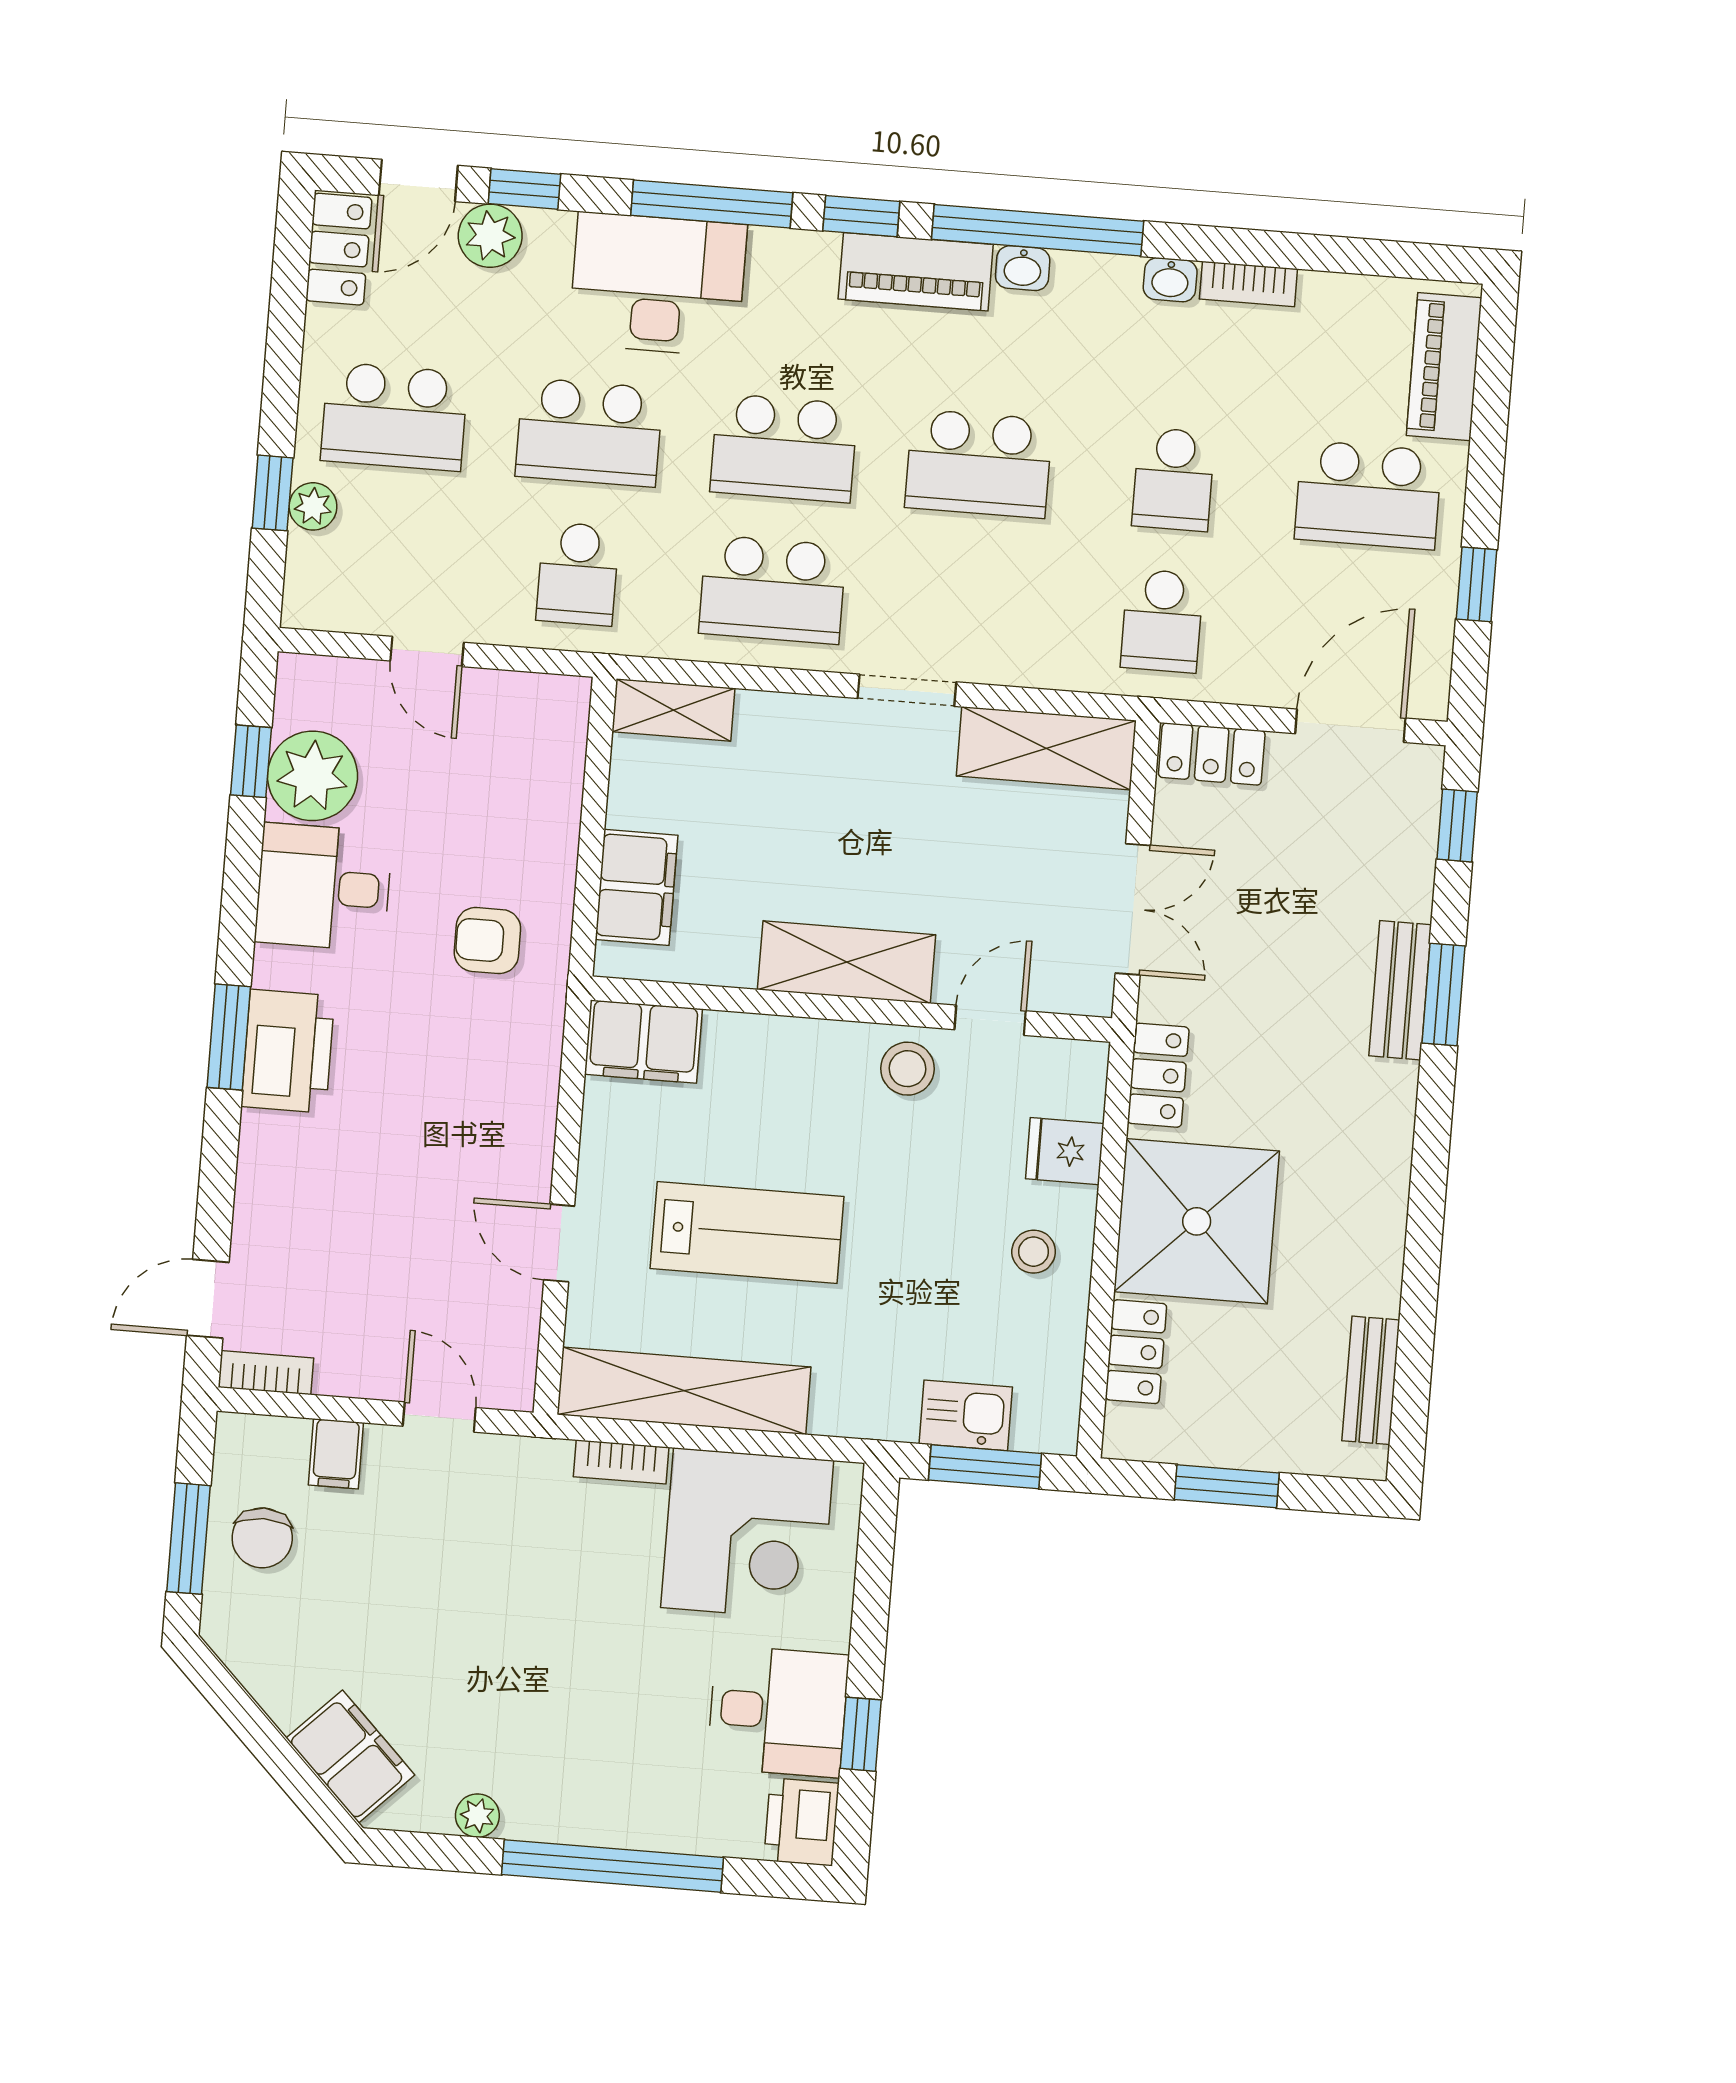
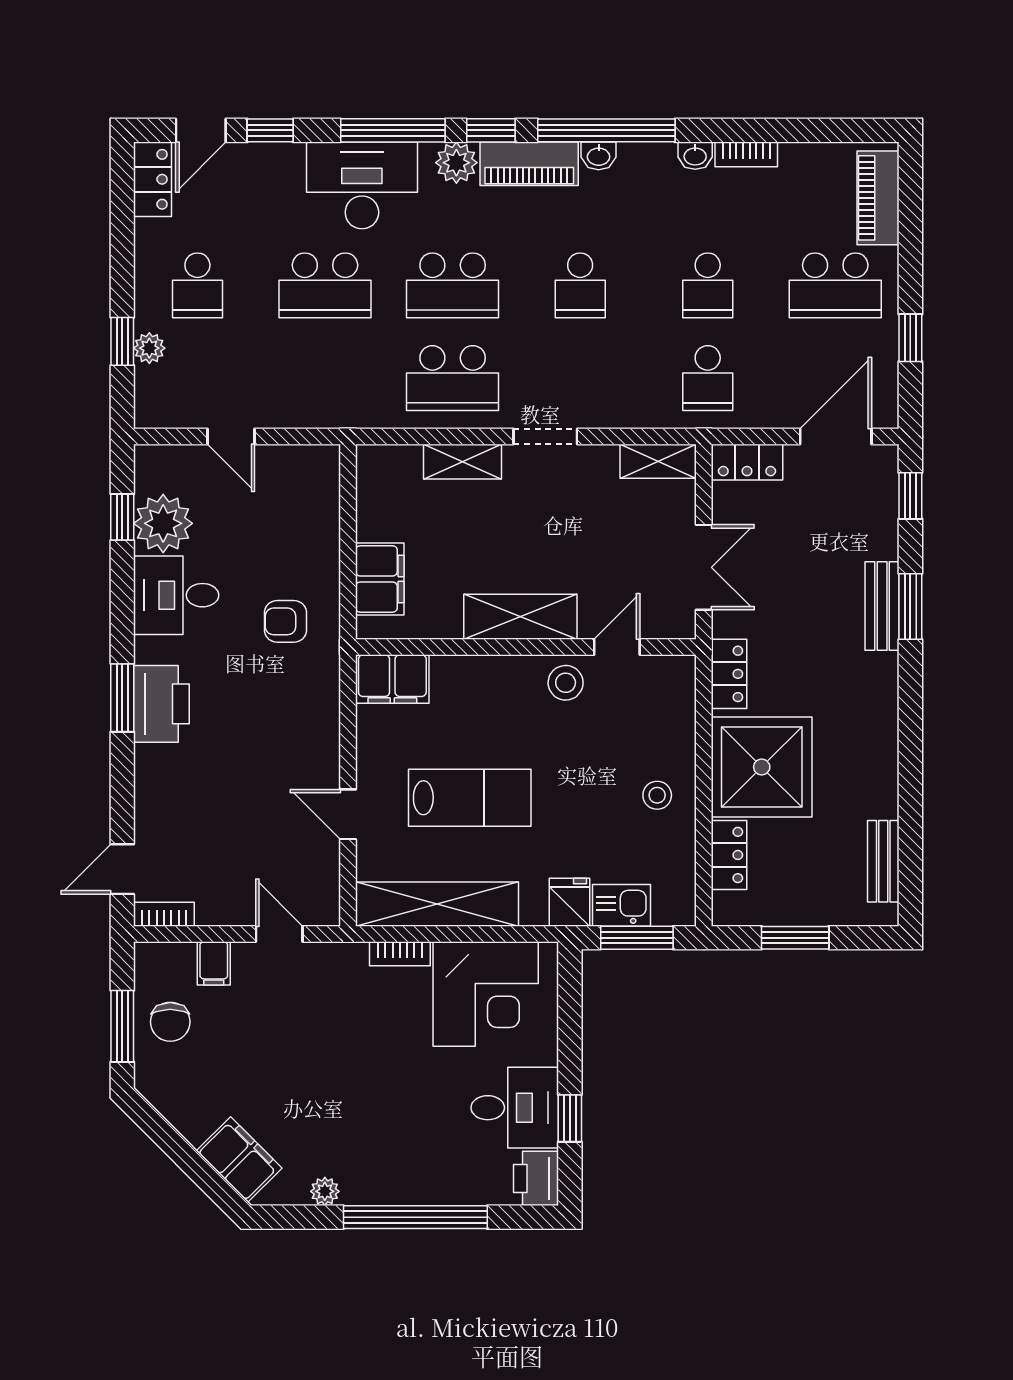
plant: (490, 236) -> (456, 163), moved
school desk: (394, 417) -> (197, 285), width x0.54
school desk: (979, 464) -> (580, 285), width x0.54
school desk: (578, 574) -> (325, 378), removed
shelving: (673, 710) -> (462, 462), moved
shelving: (1046, 748) -> (658, 461), width x0.67, depth x0.75
fridge: (1065, 1151) -> (569, 902), moved, turned 90

